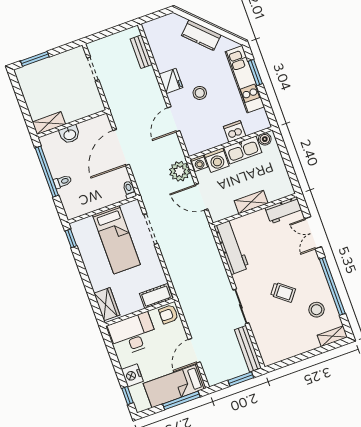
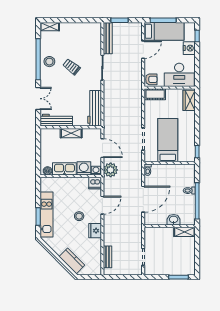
kitchen counter: (201, 35) -> (72, 261), moved
dishwasher: (235, 131) -> (95, 183), moved
workbench: (284, 210) -> (56, 120), width x1.38
stool: (316, 310) -> (49, 62), moved

